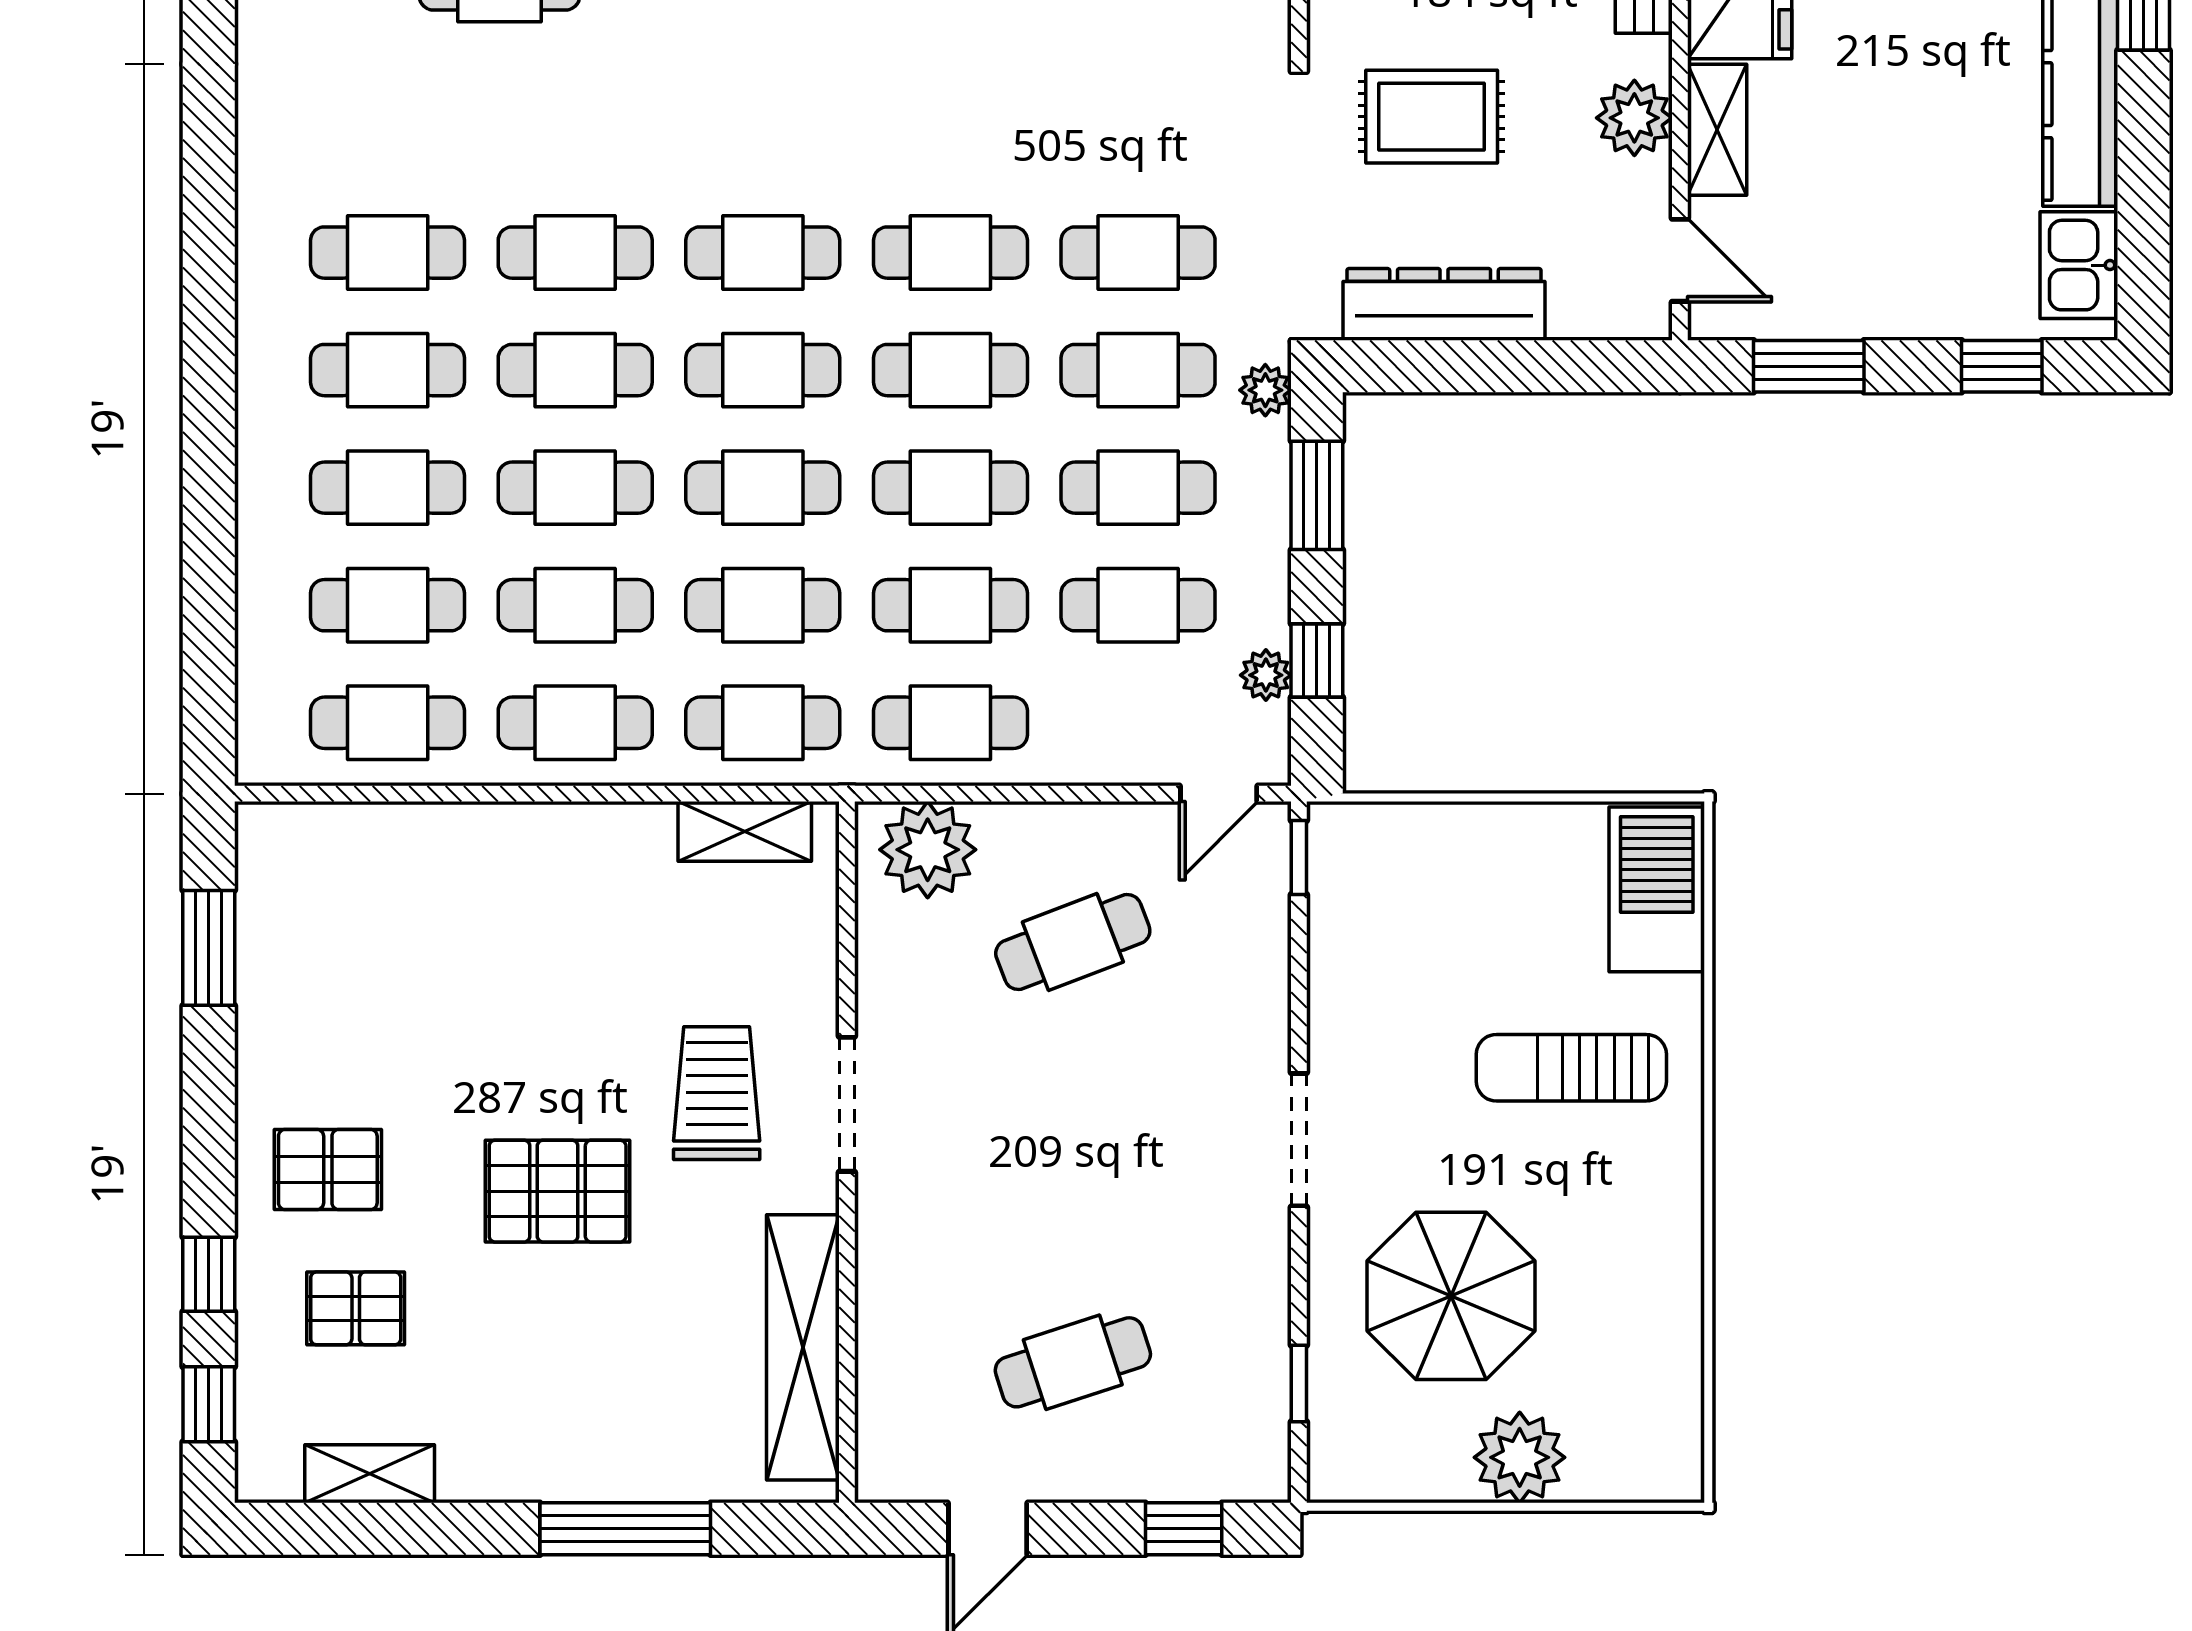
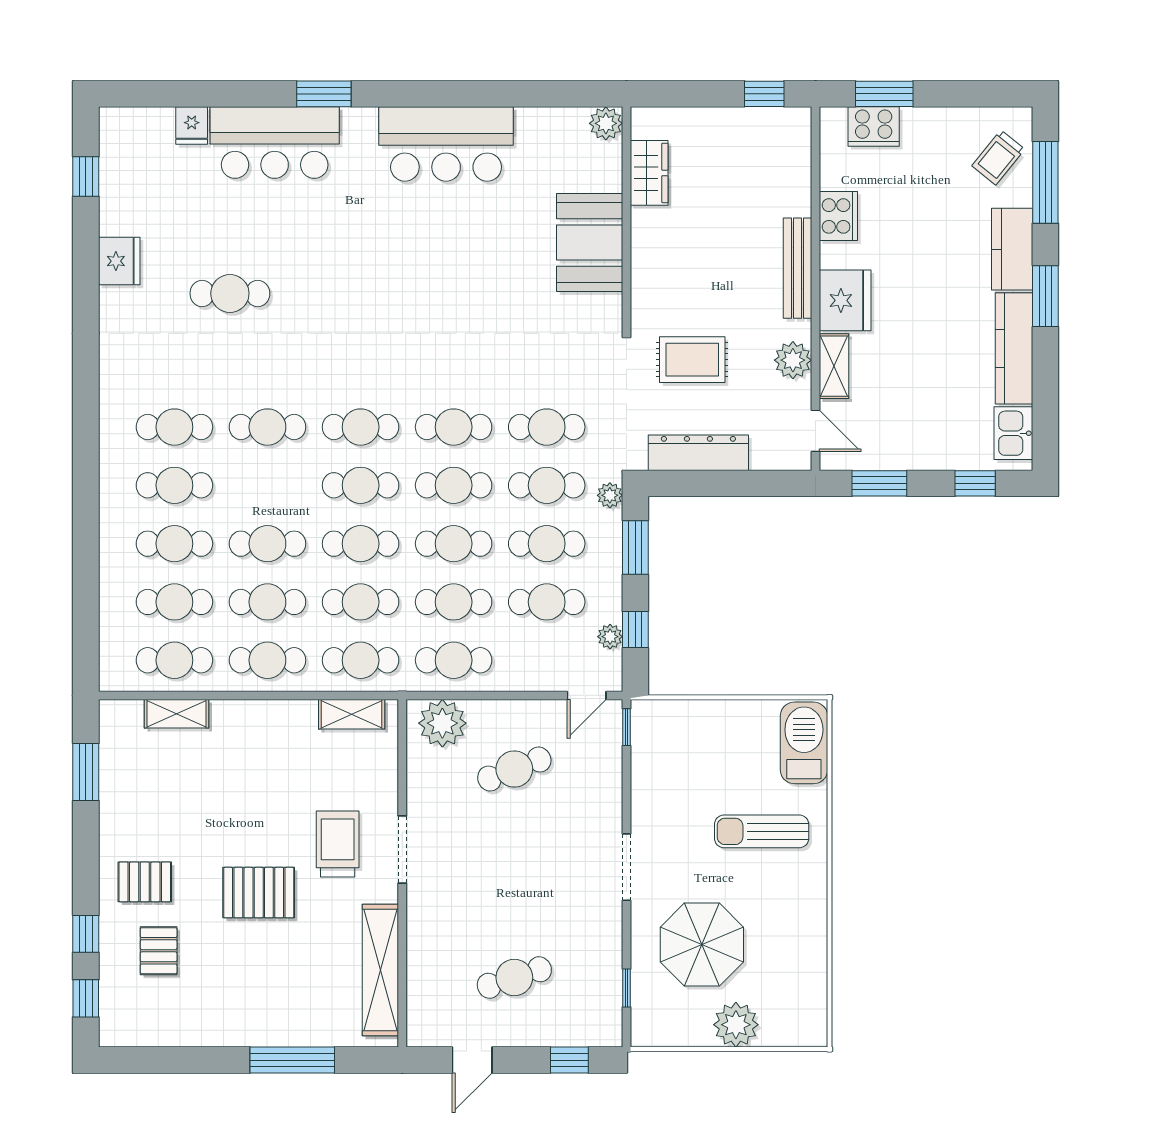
cafe table: (575, 370) -> (267, 485), removed
pallet: (356, 1308) -> (159, 951), turned 90
shelving: (370, 1474) -> (177, 714), moved

